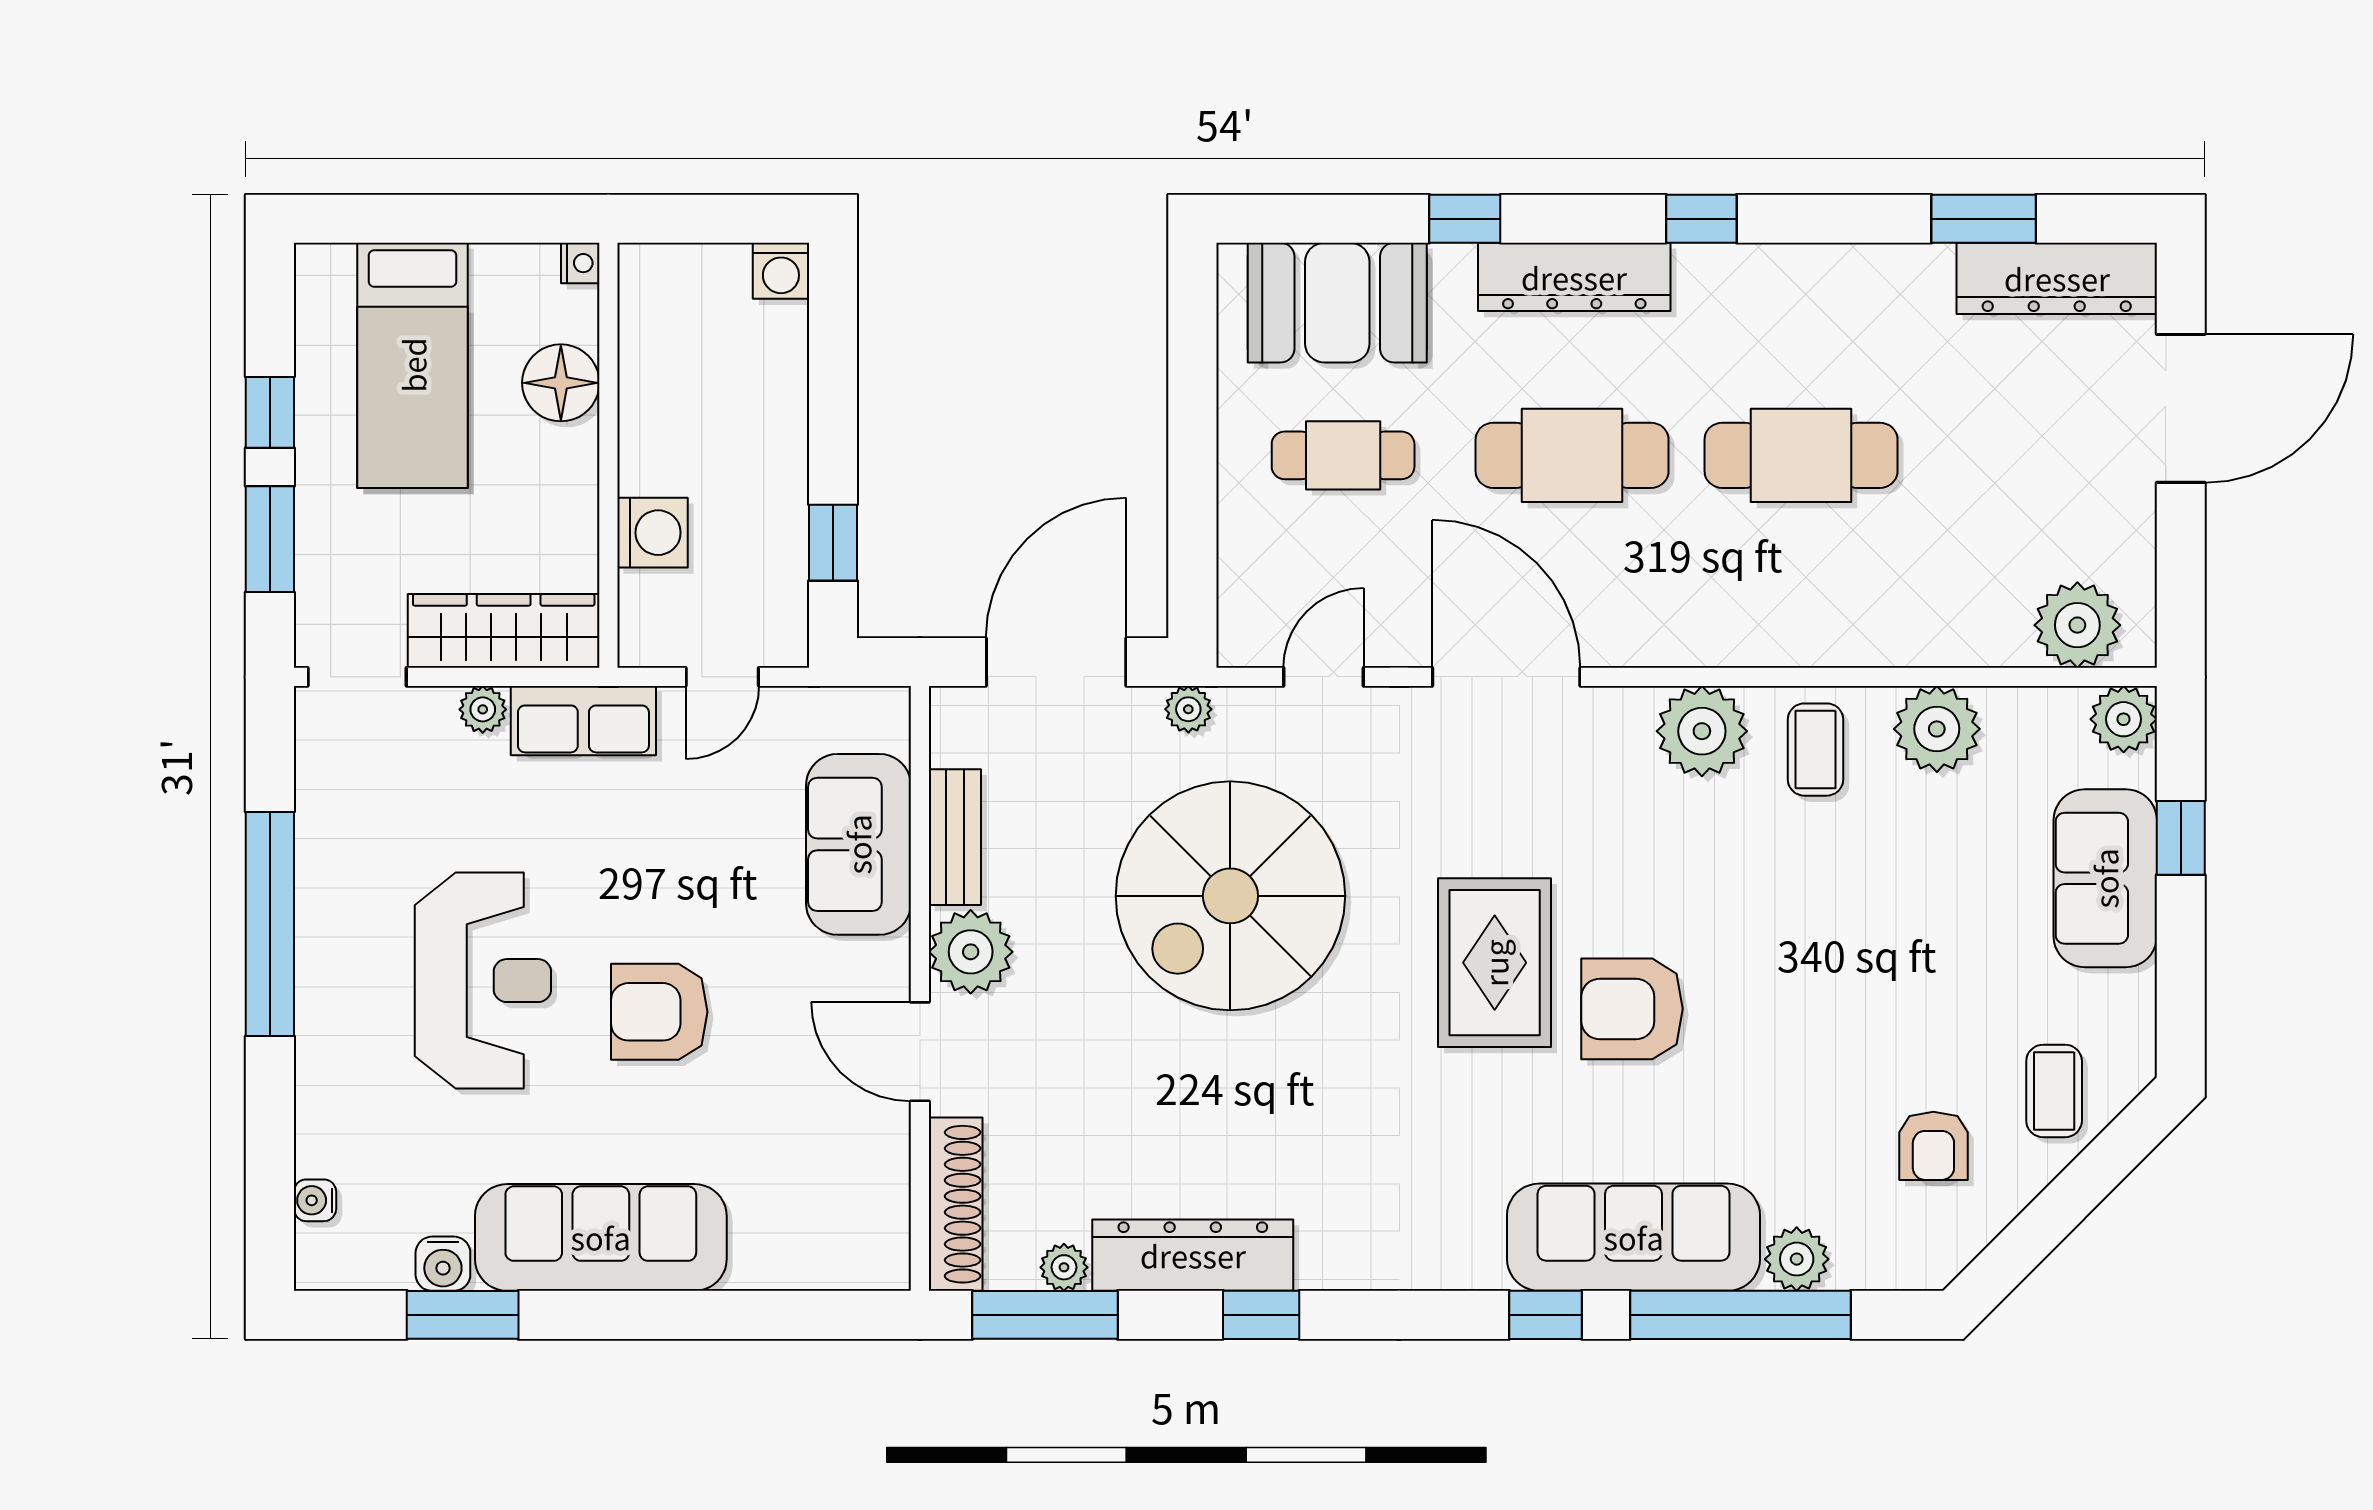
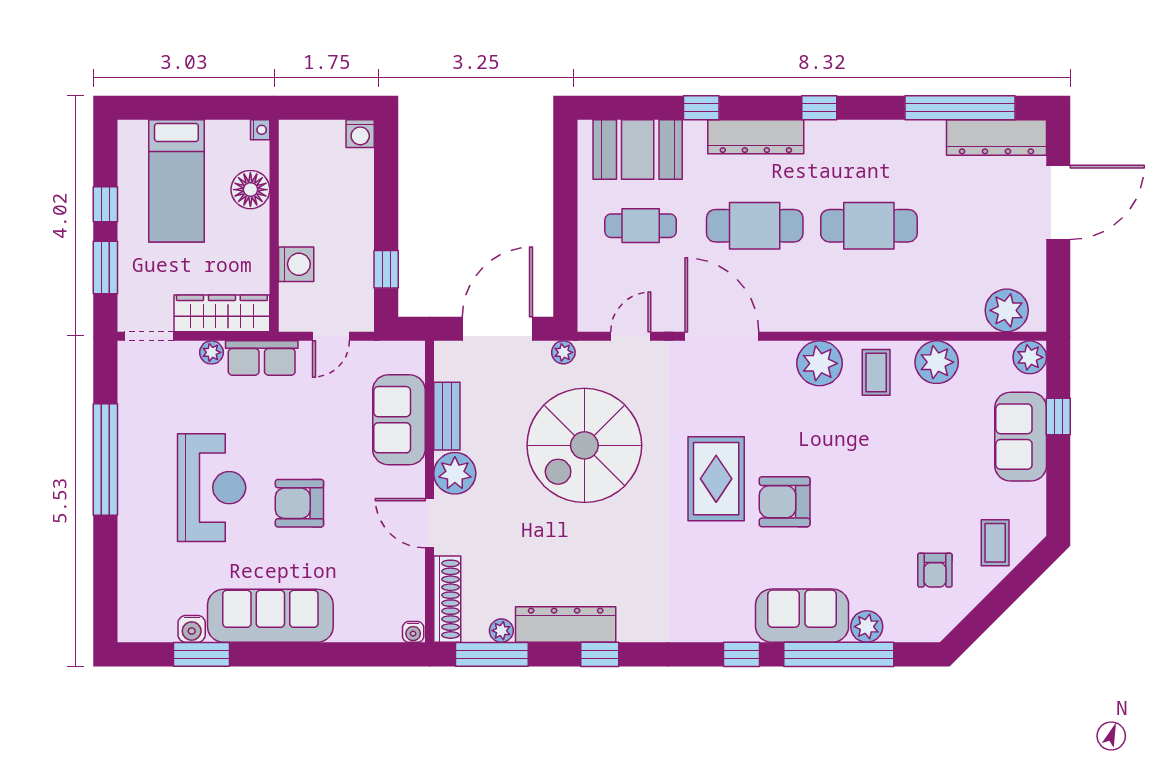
window: (1984, 219) -> (960, 108), width x2.11
water cooler: (315, 1200) -> (413, 632), moved, turned -90
sofa: (1634, 1237) -> (802, 616), width x0.73

